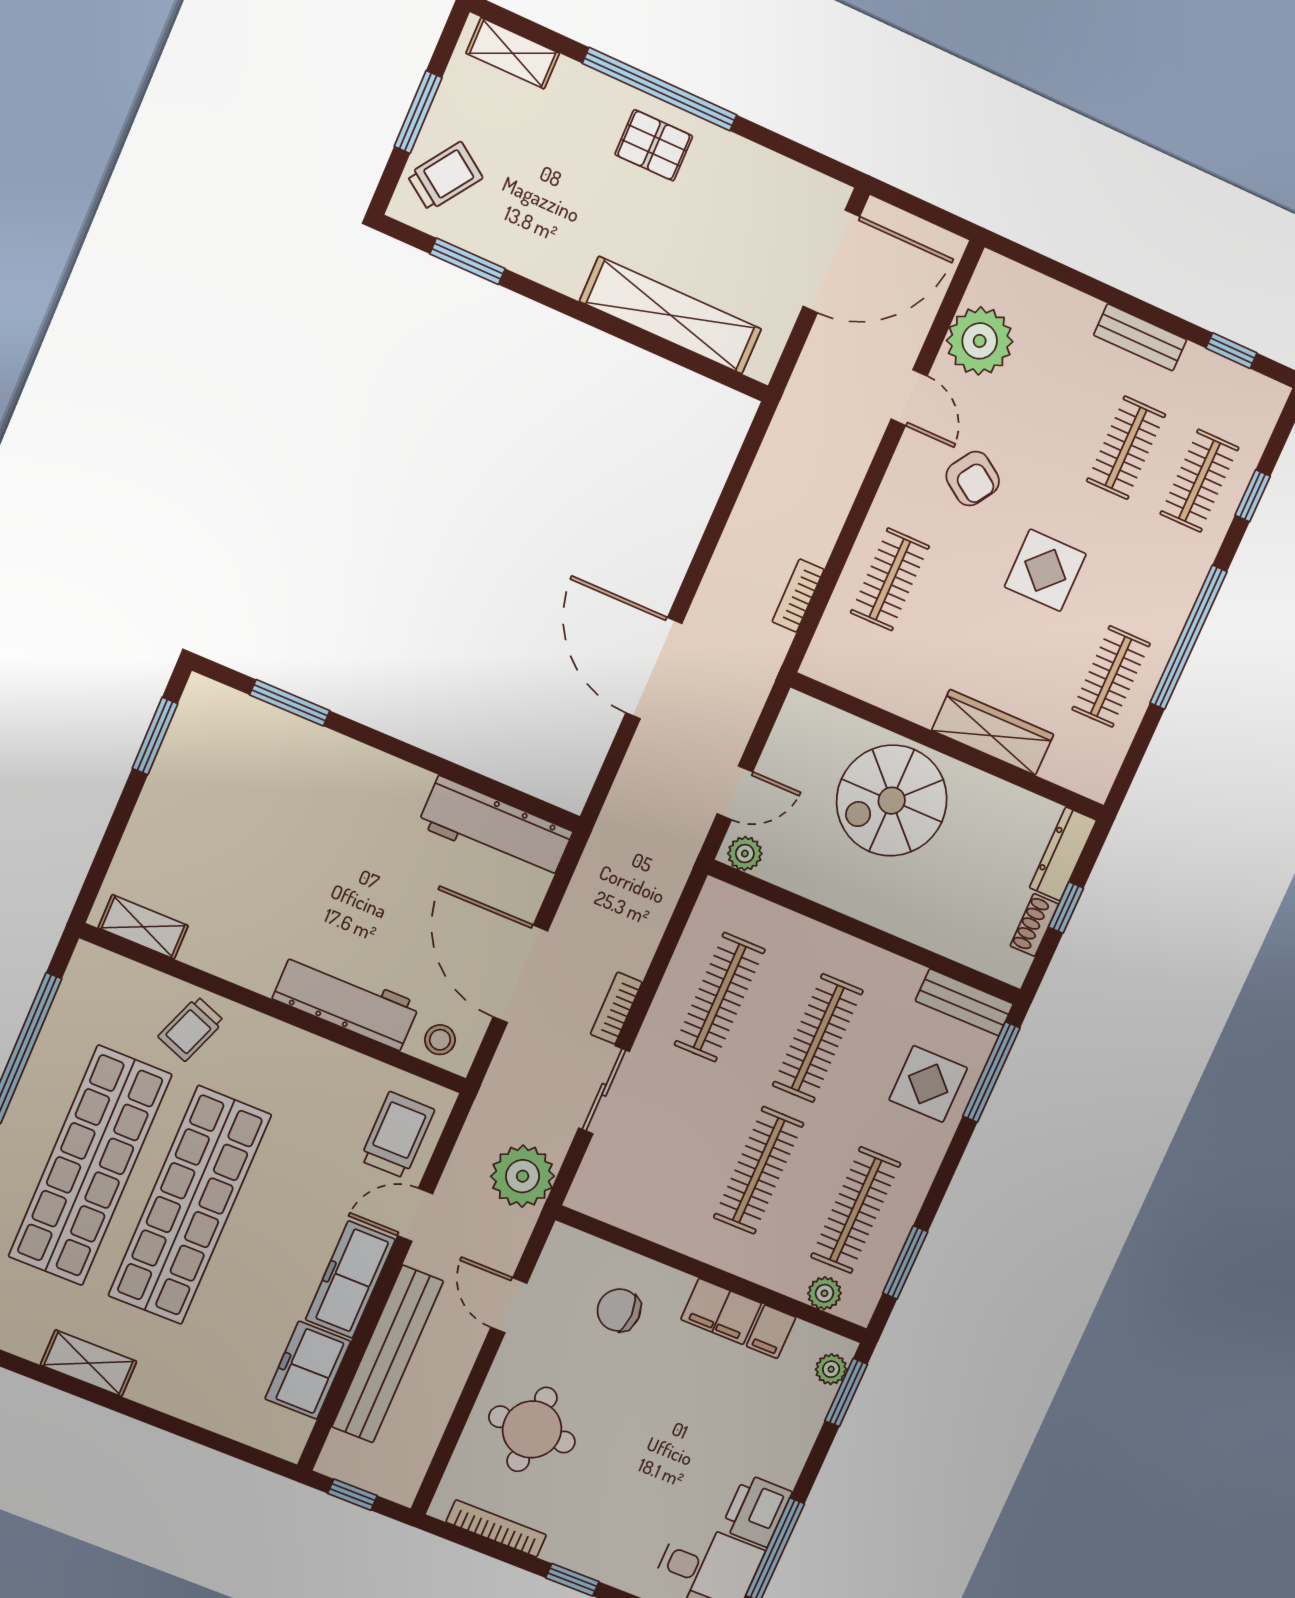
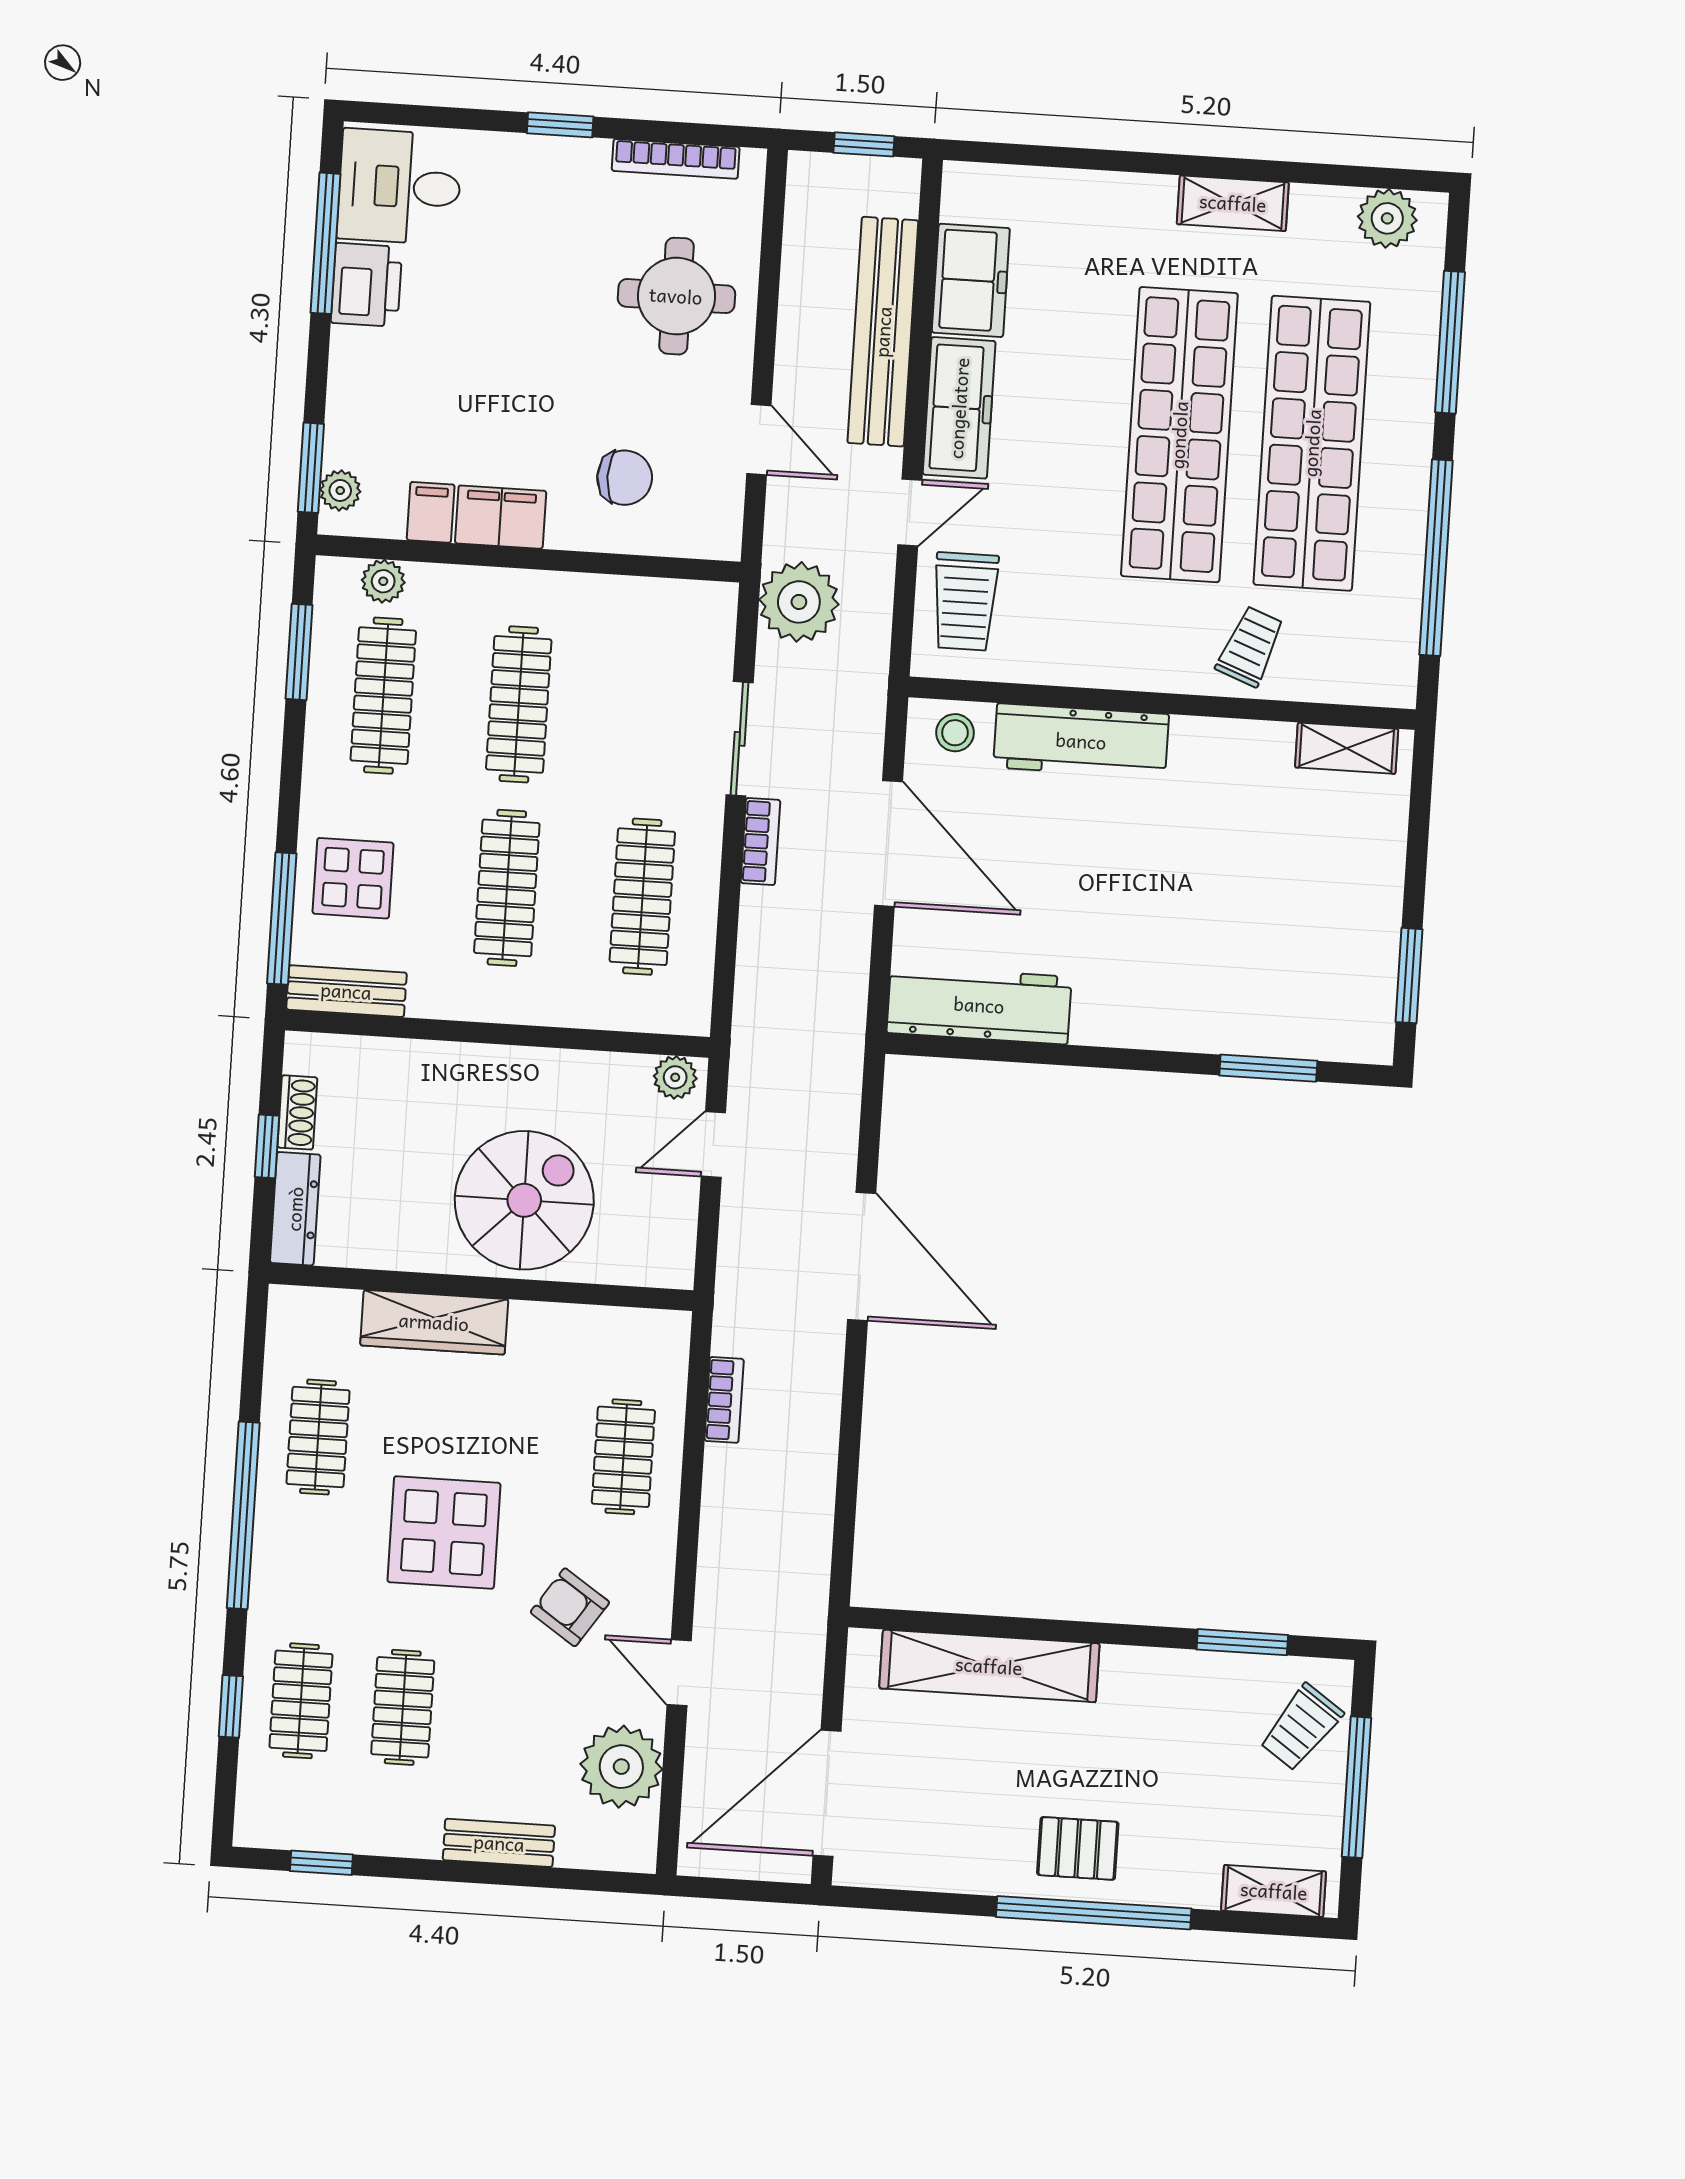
window: (418, 112) -> (1357, 1787), width x1.44
bench: (1140, 337) -> (499, 1843), moved
display table: (1045, 570) -> (444, 1533), width x1.36, depth x1.36

